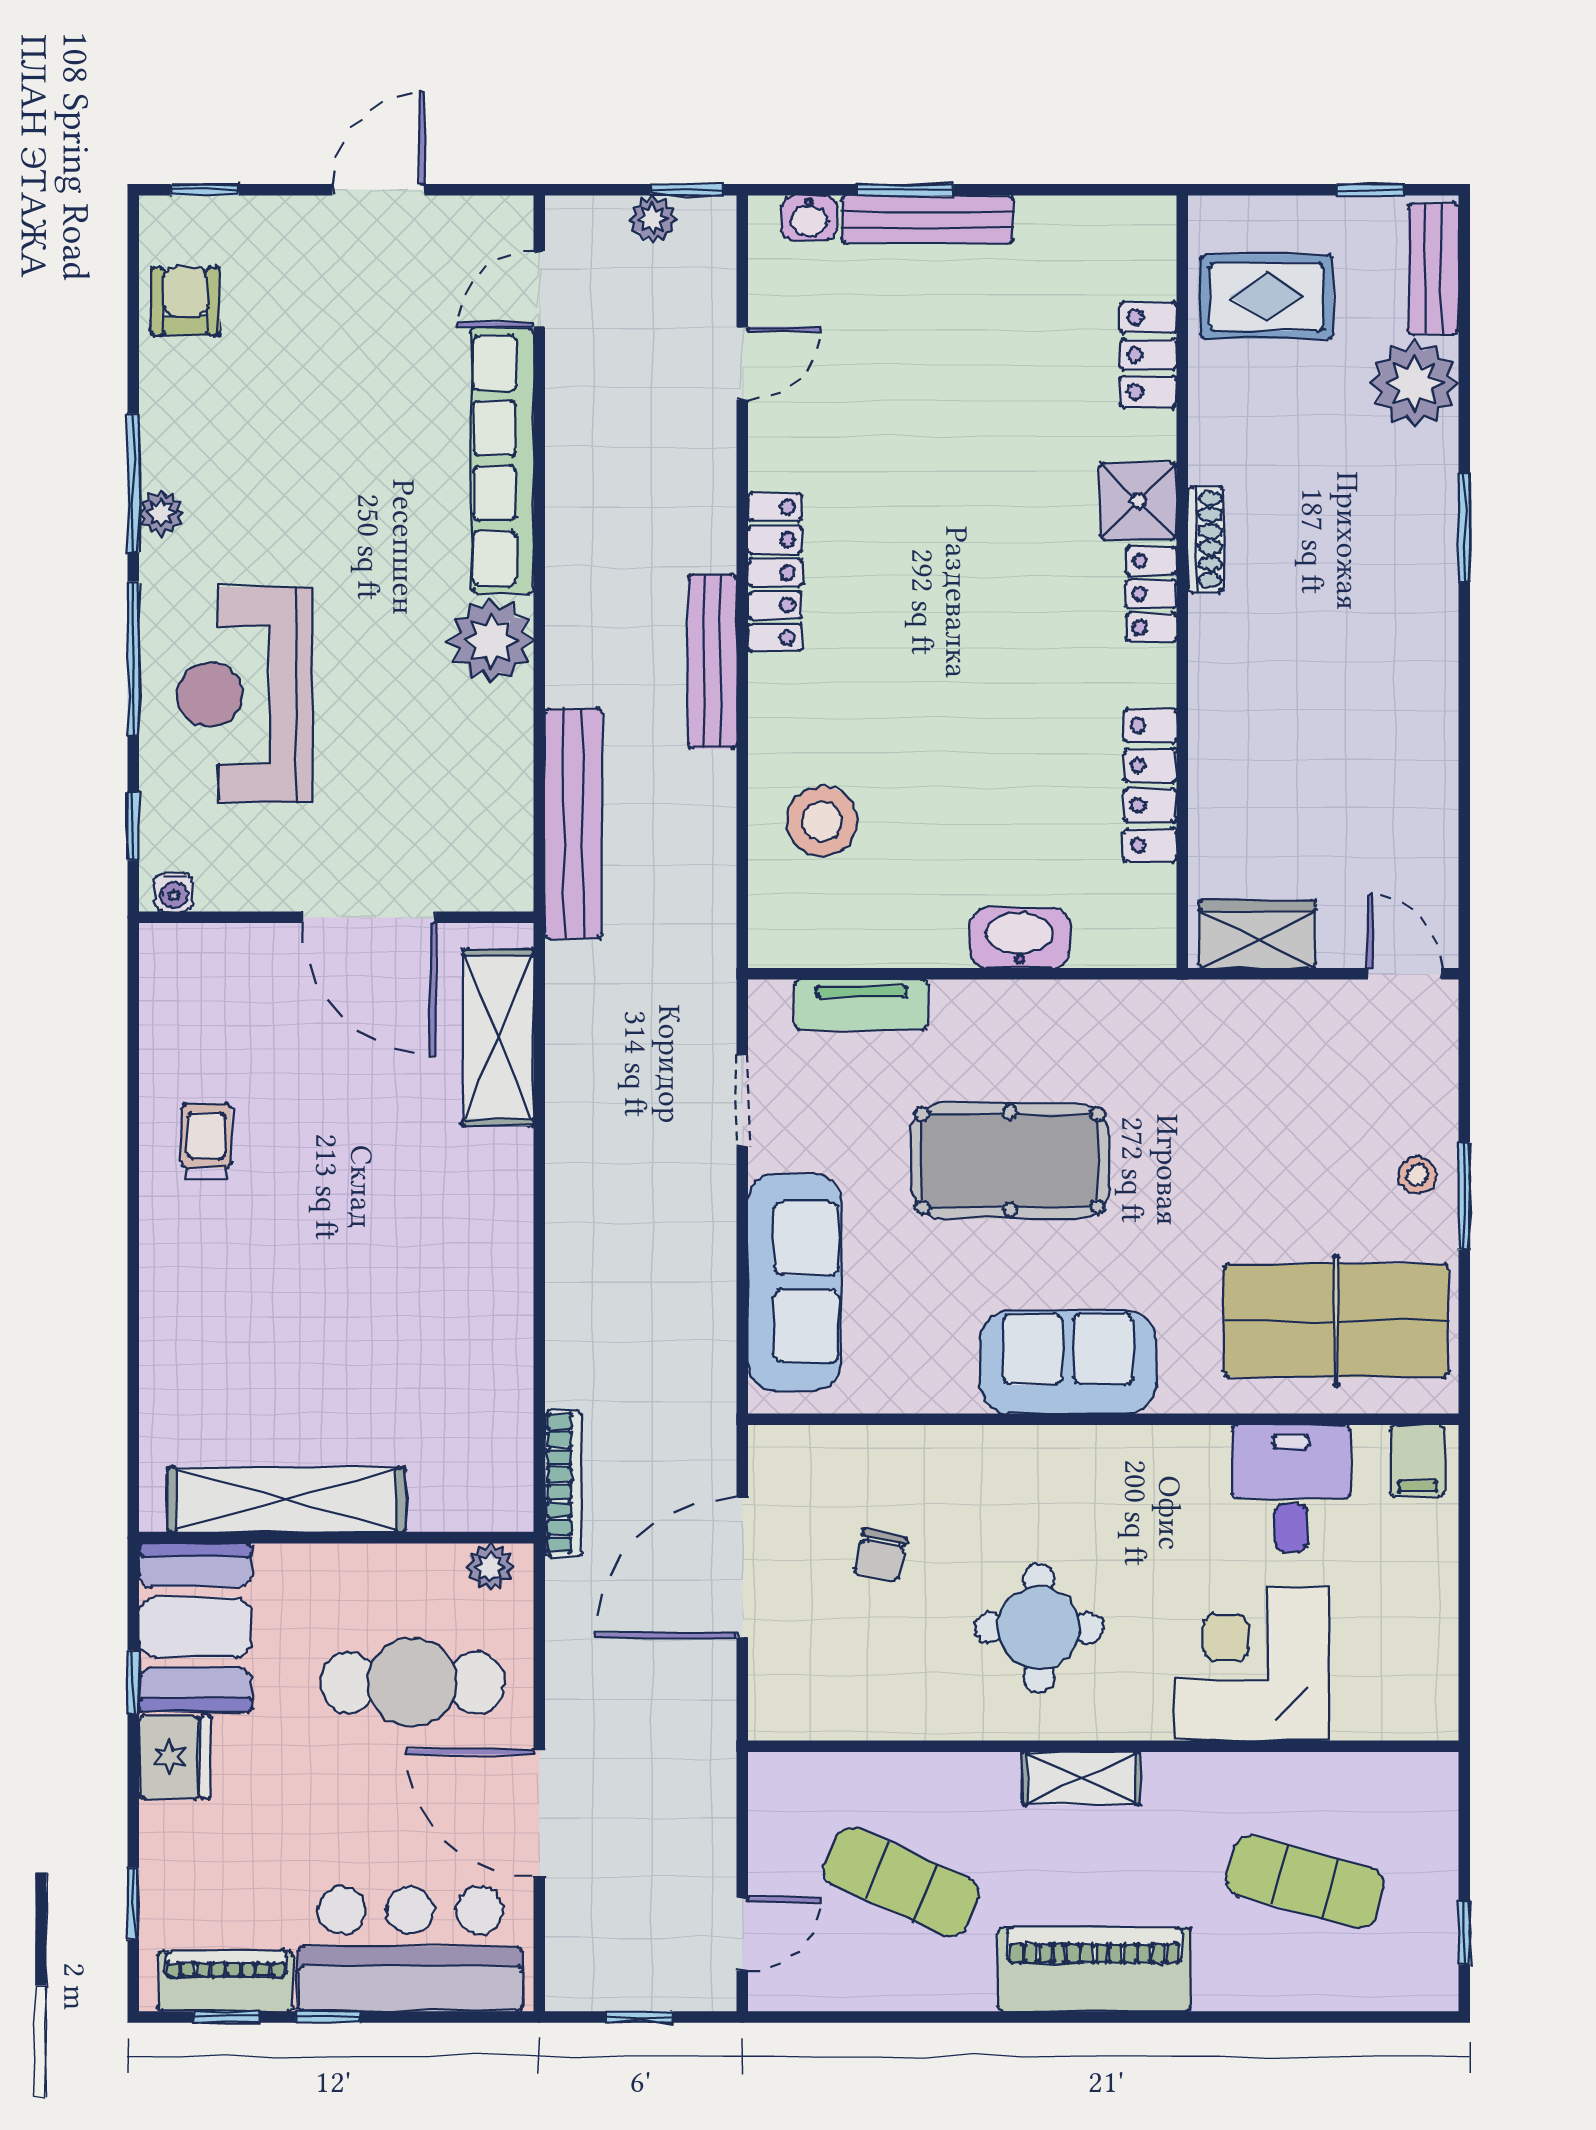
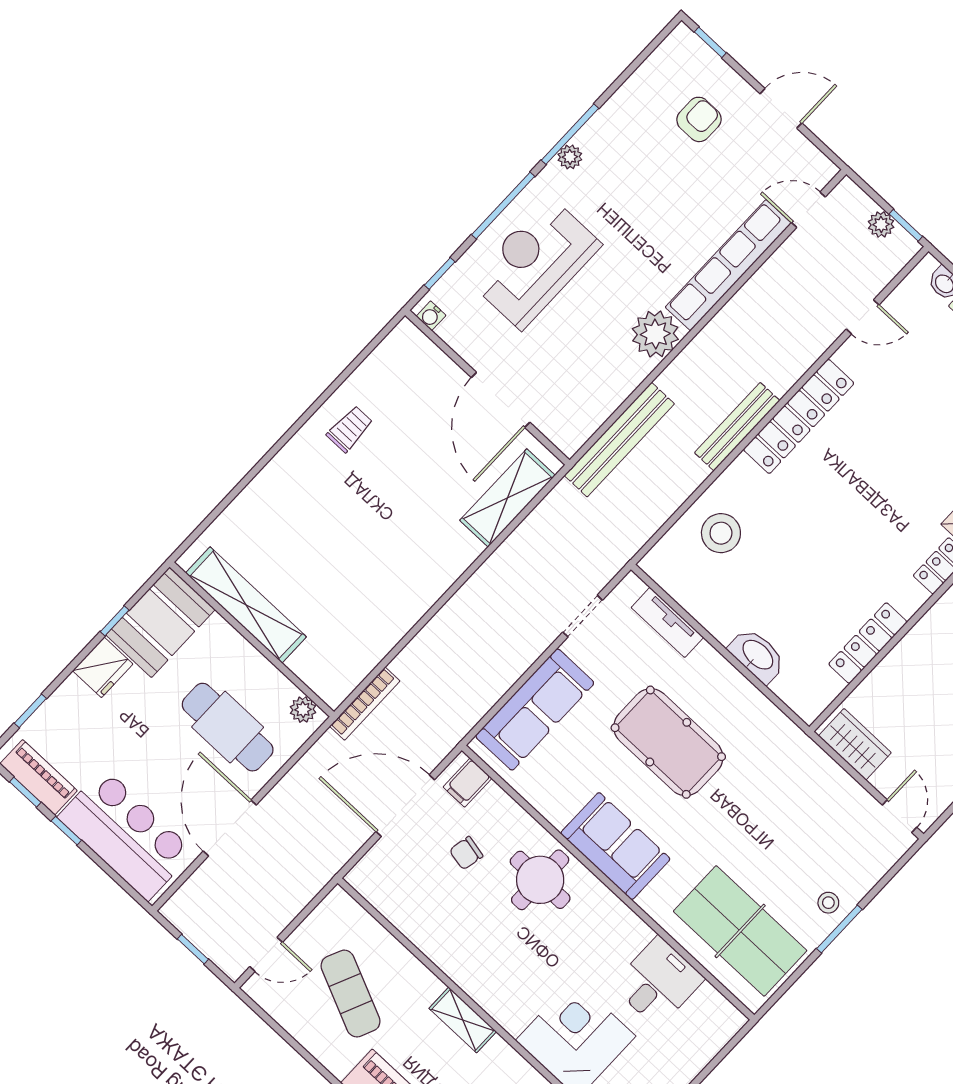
armchair: (185, 301) -> (699, 119), moved
locker: (775, 572) -> (799, 416), width x1.41, depth x1.21
filing cabinet: (1417, 1461) -> (467, 783), moved
round table: (1039, 1628) -> (540, 880), moved

